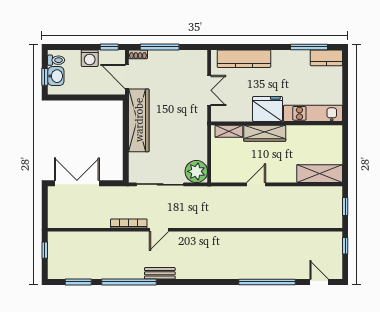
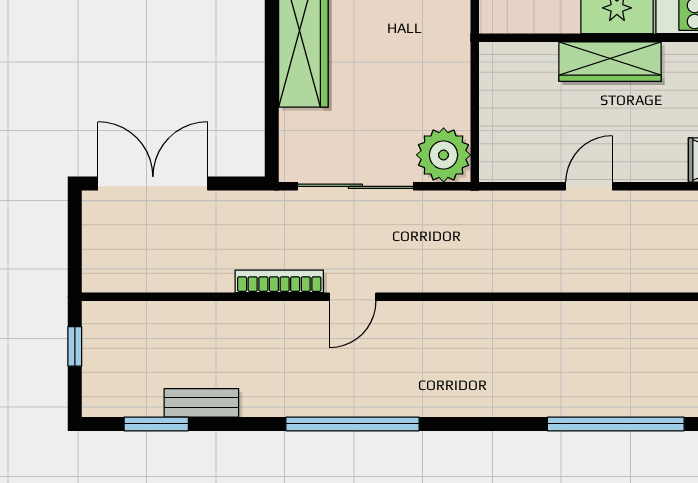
shelving: (229, 131) -> (523, 57), removed
bench: (160, 273) -> (201, 403), moved
window: (129, 282) -> (352, 424), moved

